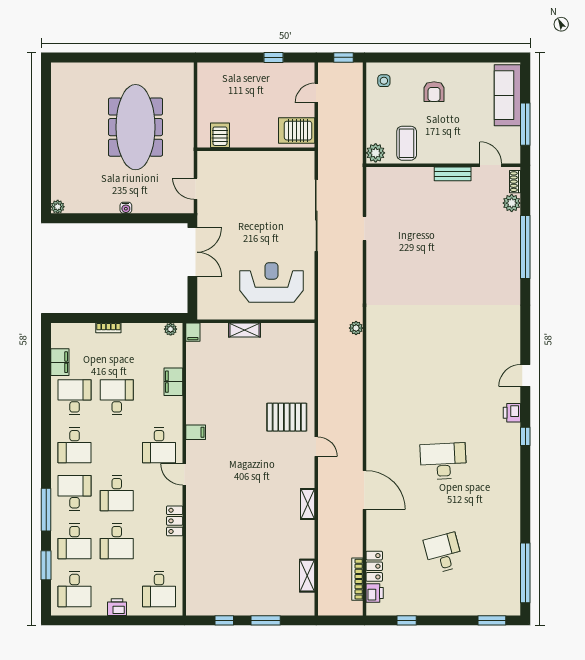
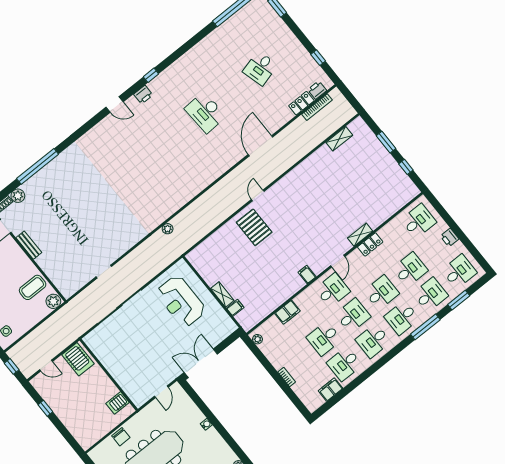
chair: (183, 111) -> (121, 437), added
filing cabinet: (193, 332) -> (235, 308), moved
desk: (75, 445) -> (373, 341), turned 180
desk: (117, 445) -> (353, 315), added
shelving: (308, 504) -> (360, 235), moved

